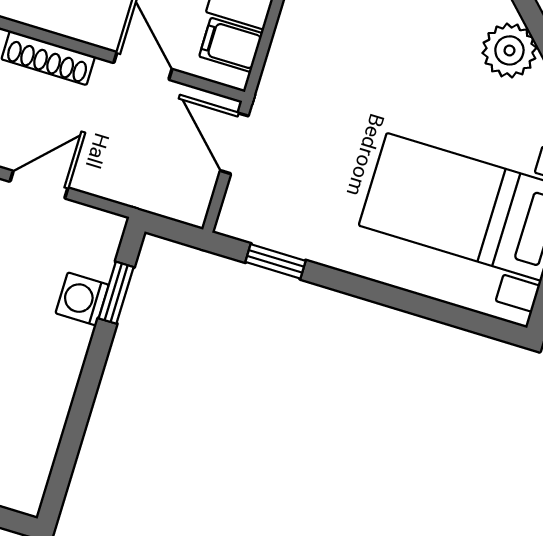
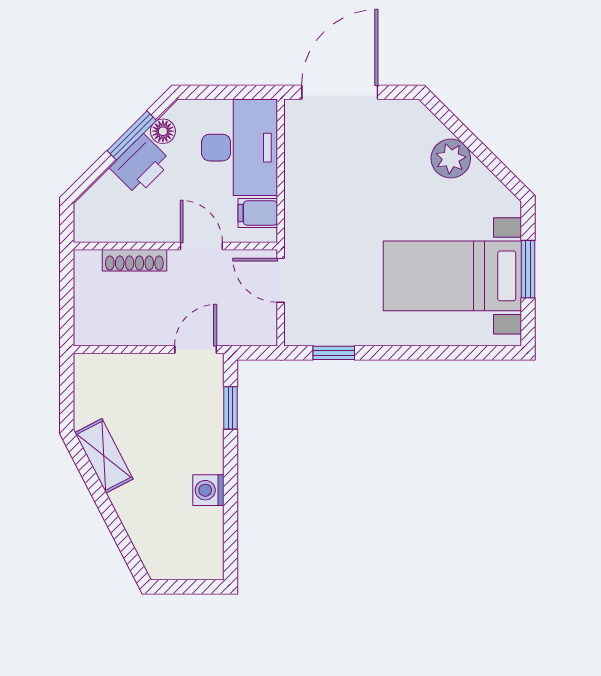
door: (39, 185) -> (196, 350), moved
washing machine: (82, 299) -> (208, 490), moved

